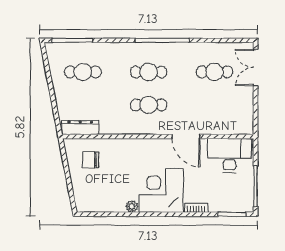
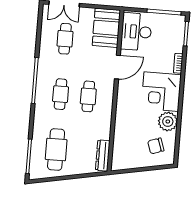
cafe table: (83, 72) -> (56, 150), width x1.37, depth x1.35
booth: (231, 120) -> (106, 28), added
chair: (91, 160) -> (156, 146), moved, turned 71
plant: (132, 206) -> (168, 122), width x1.88, depth x1.88

